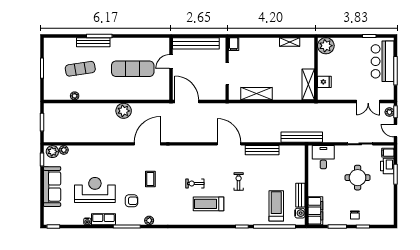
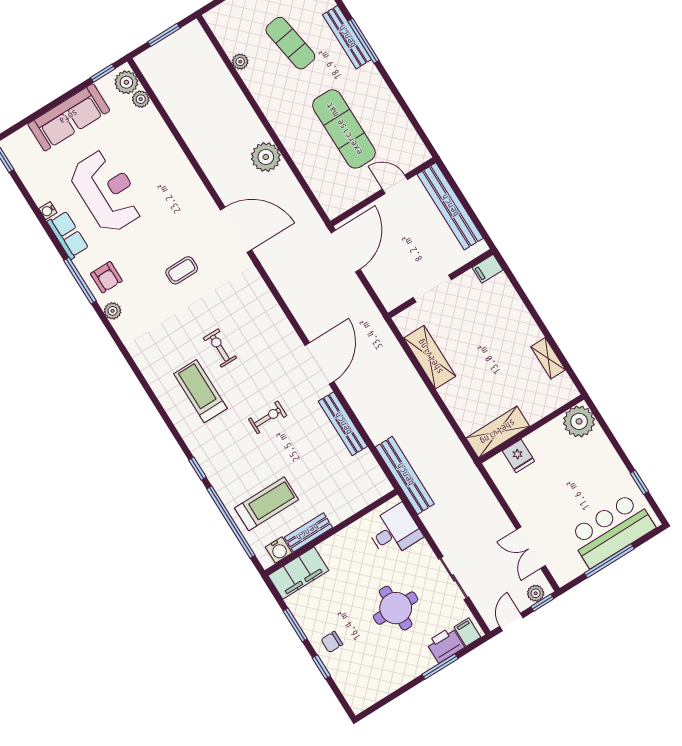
armchair: (131, 201) -> (106, 277), moved

